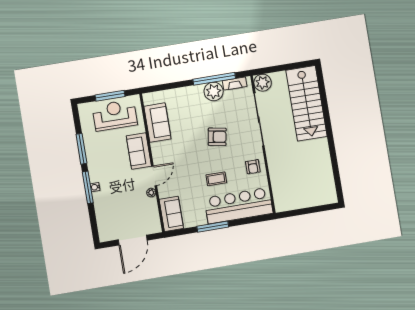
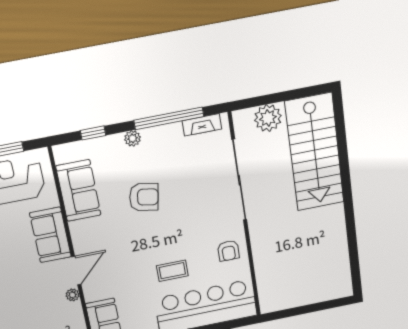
plant: (263, 83) -> (268, 118), moved
window: (168, 86) -> (93, 133), added
plant: (214, 91) -> (132, 138), moved, width x0.53, depth x0.53
armchair: (217, 137) -> (144, 197), moved

